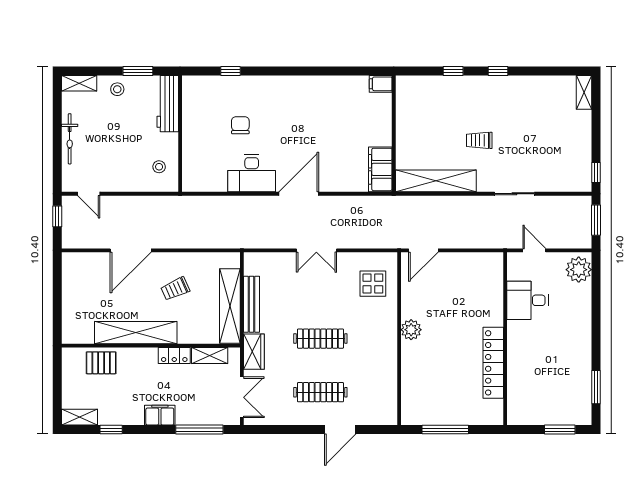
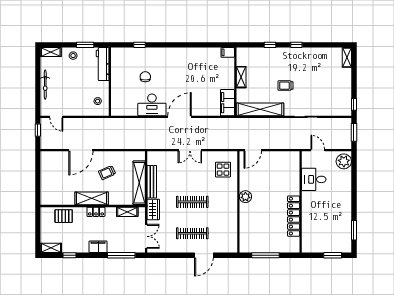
shelving: (404, 126) -> (241, 77), added
shelving: (136, 333) -> (92, 198), width x0.68
locker: (174, 355) -> (96, 212), moved

